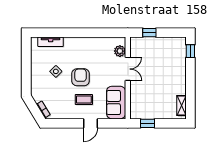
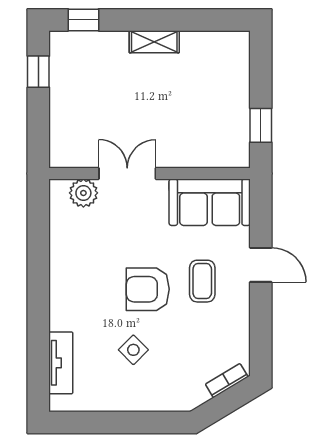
window: (149, 33) -> (38, 72), moved
shelving: (182, 105) -> (154, 42), moved

